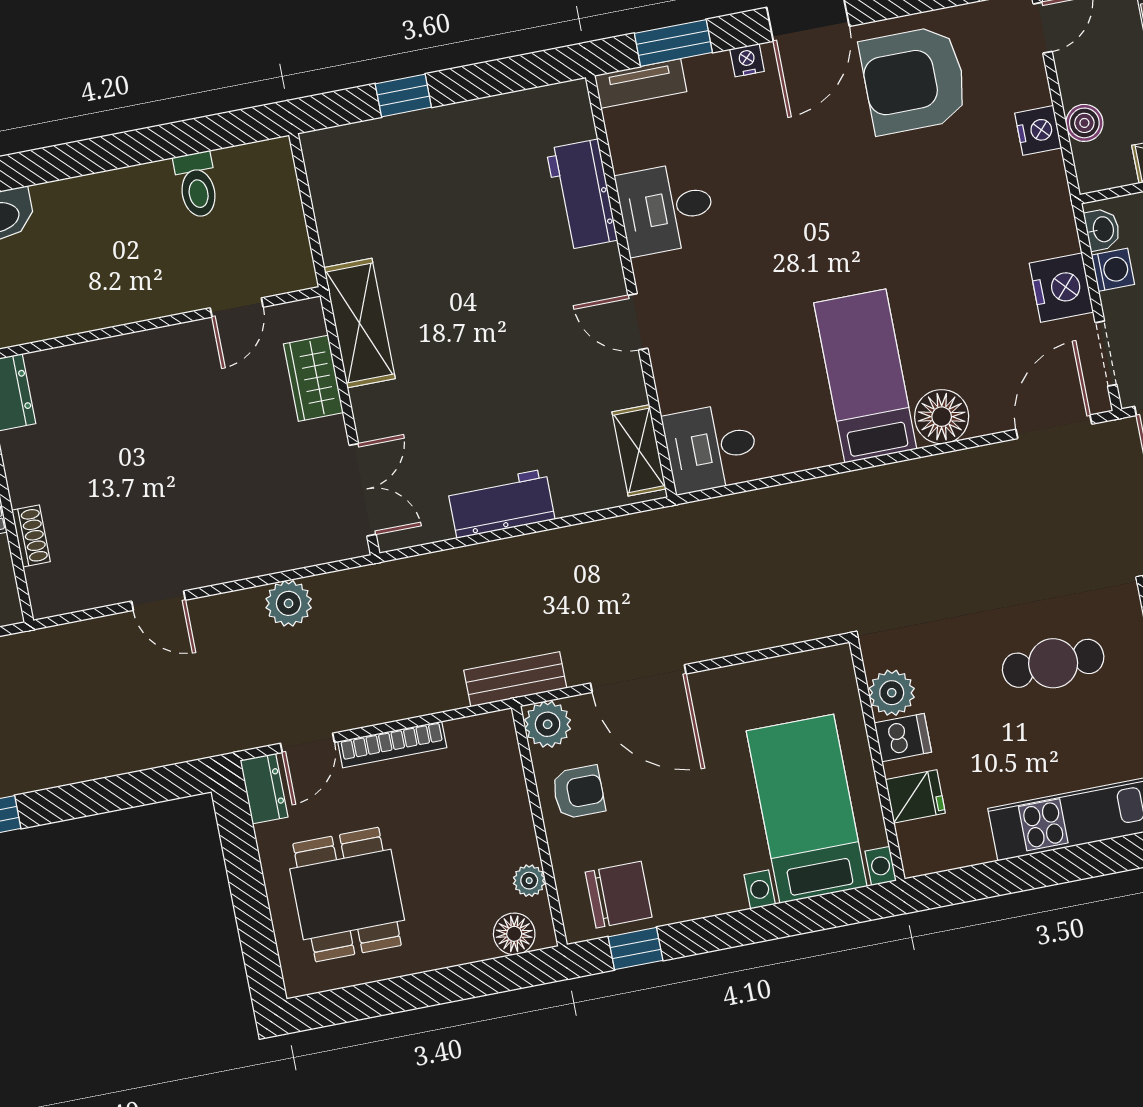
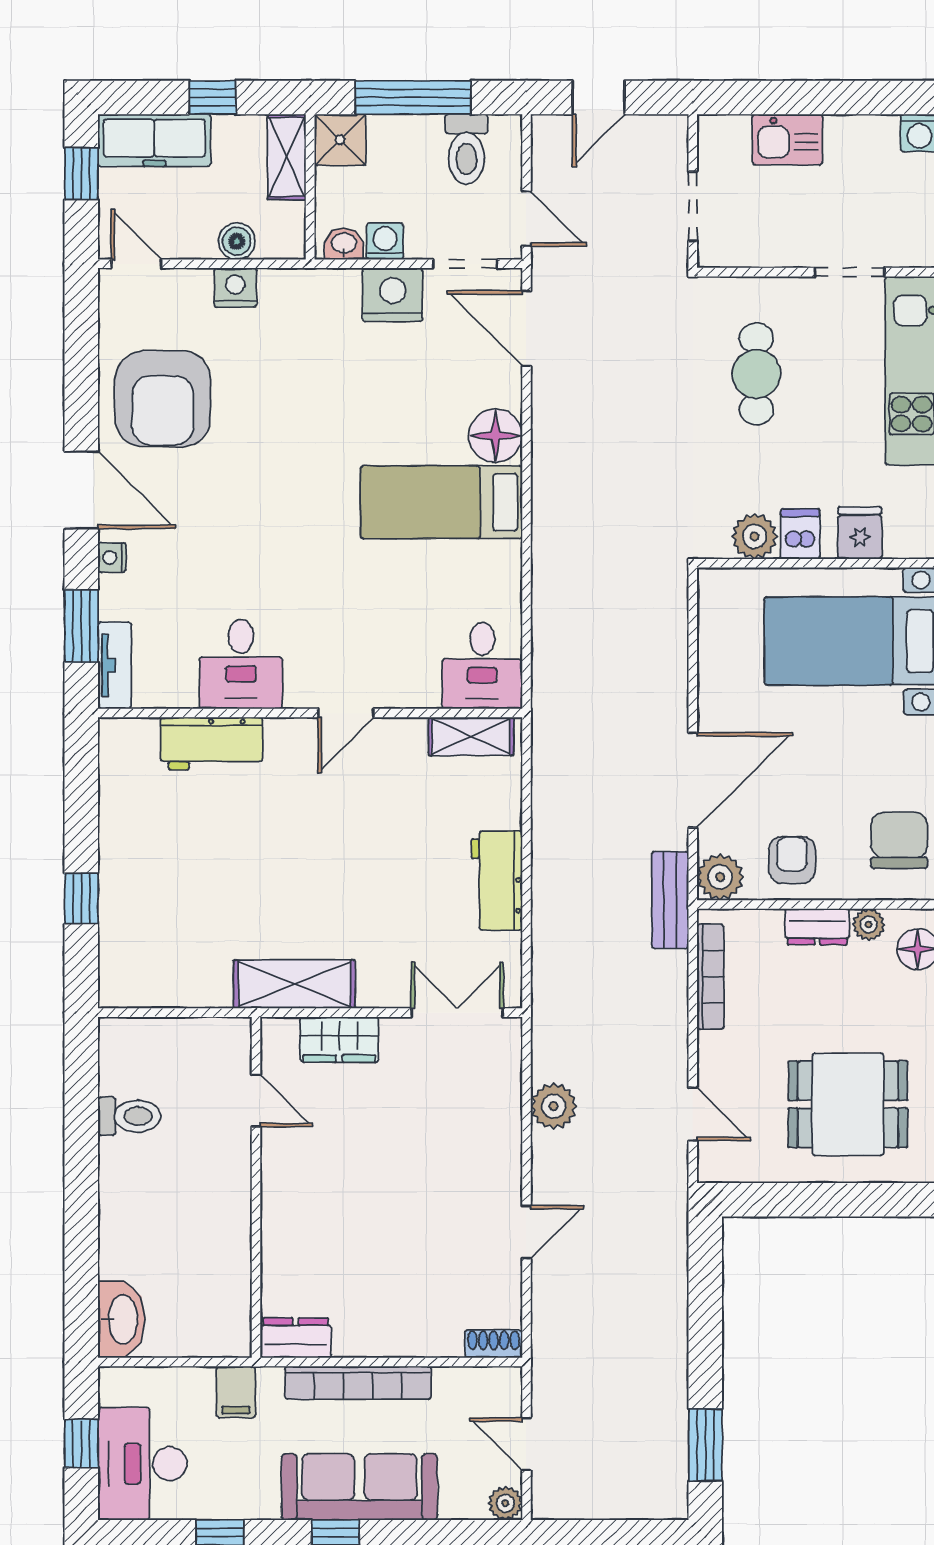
shoe rack: (31, 536) -> (494, 1344), moved
bookcase: (392, 744) -> (710, 977), moved
dresser: (264, 789) -> (817, 927), moved, turned 180

